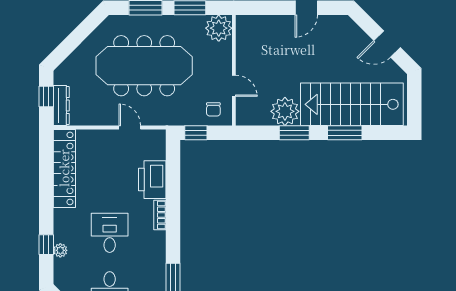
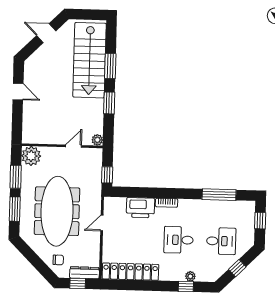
door: (387, 44) -> (46, 33), swing flipped
chair: (213, 109) -> (58, 260), moved
plant: (285, 111) -> (97, 140), moved, width x0.53, depth x0.53

